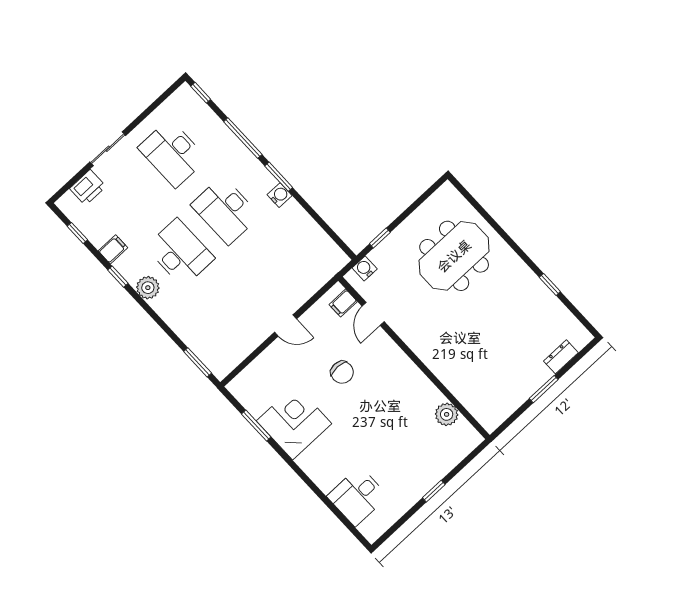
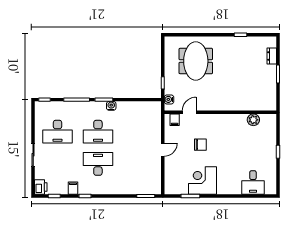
printer: (88, 187) -> (41, 187), moved
plant: (148, 288) -> (100, 188), removed
door: (373, 314) -> (189, 112), swing flipped

